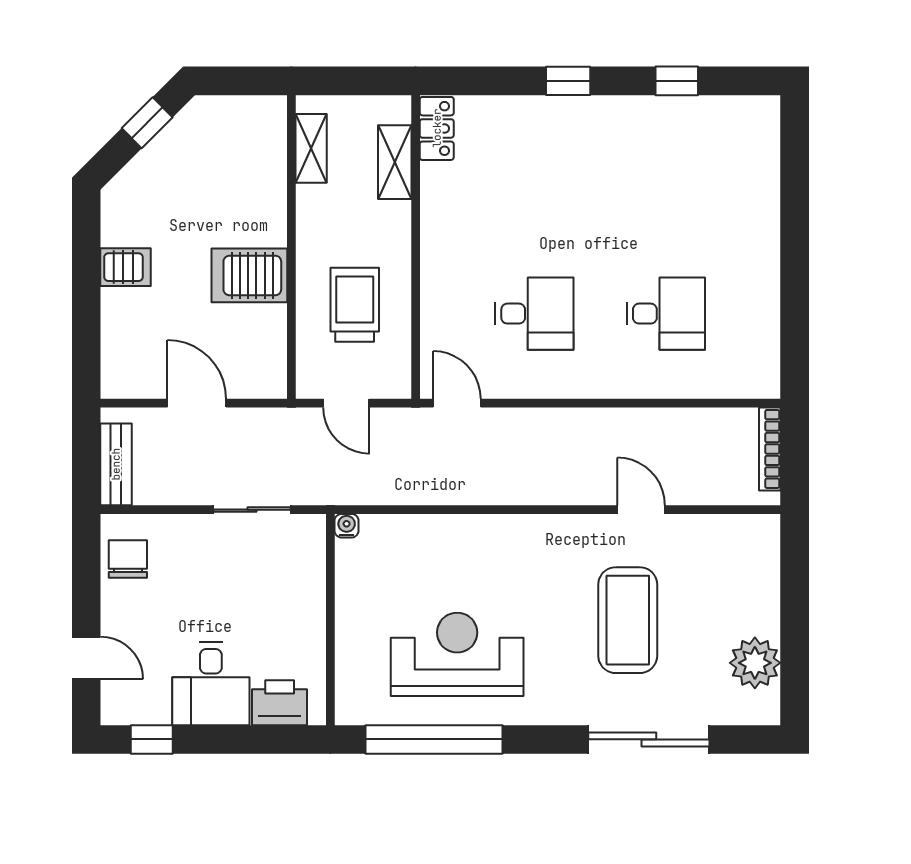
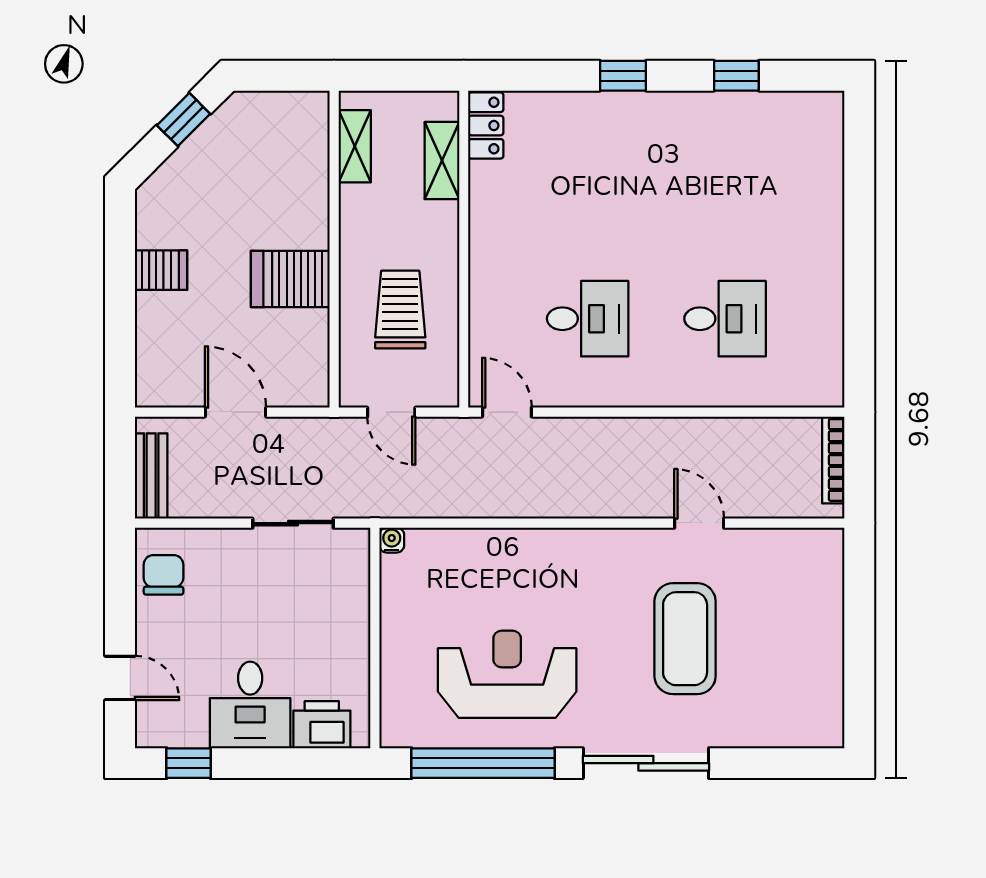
plant: (755, 663) -> (818, 683), removed
sliding door: (649, 739) -> (646, 763), moved

